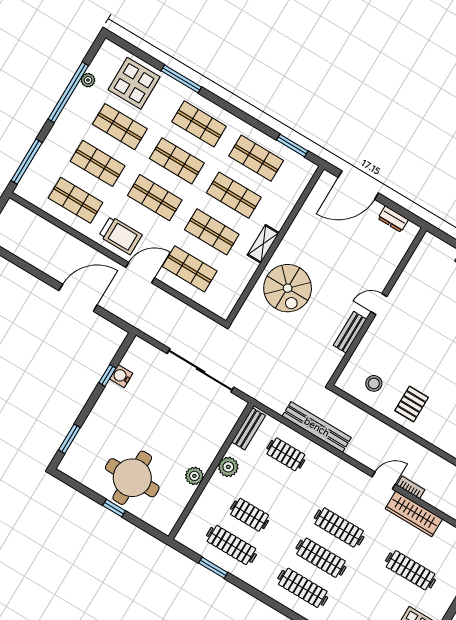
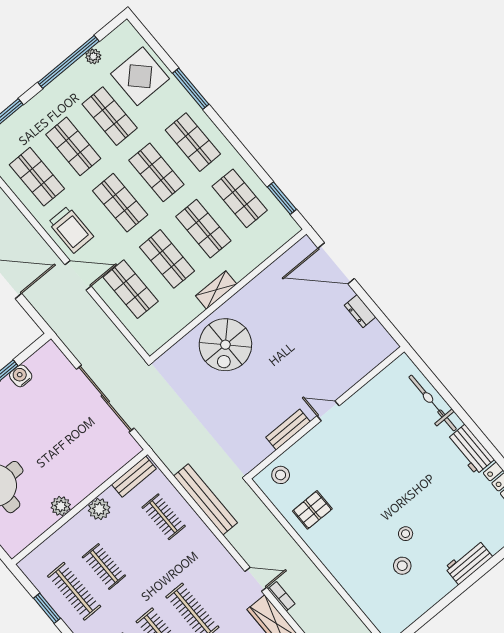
door: (379, 304) -> (328, 411), moved
wall: (378, 306) -> (326, 413), moved
bench: (350, 332) -> (288, 430), moved

